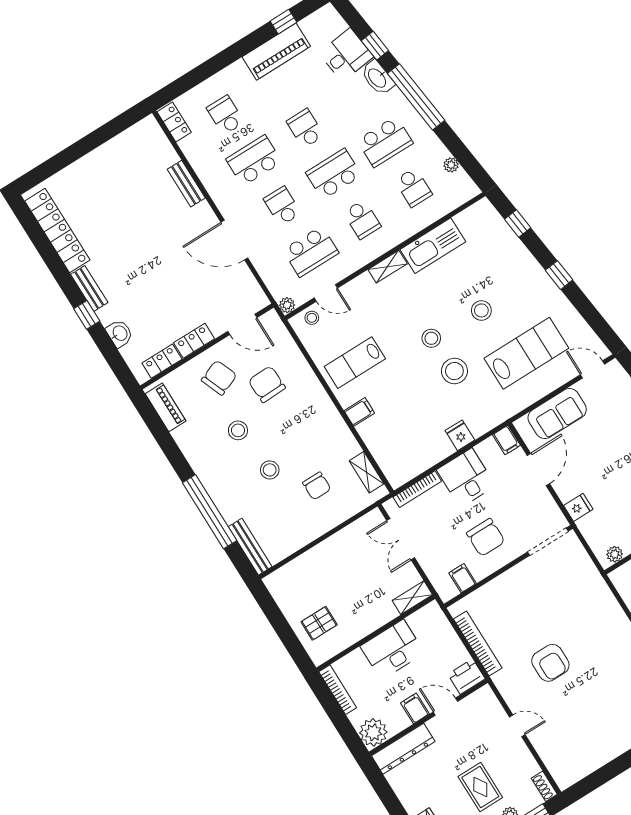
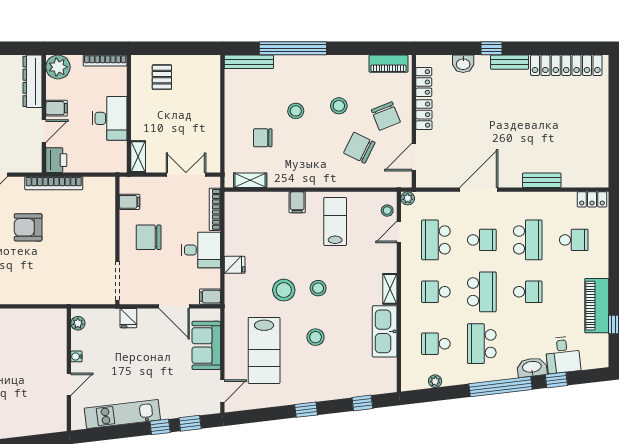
chair: (267, 384) -> (359, 148), turned -152
bookcase: (478, 644) -> (54, 183), moved

